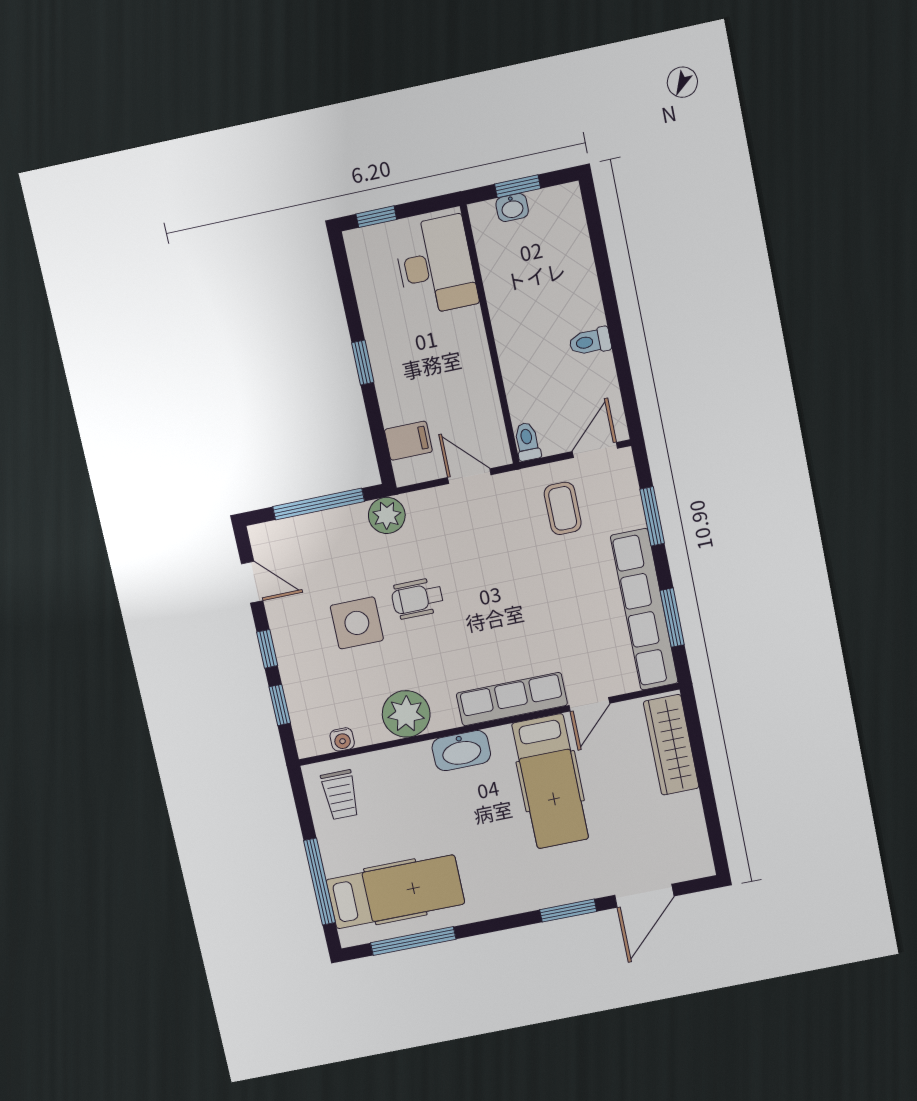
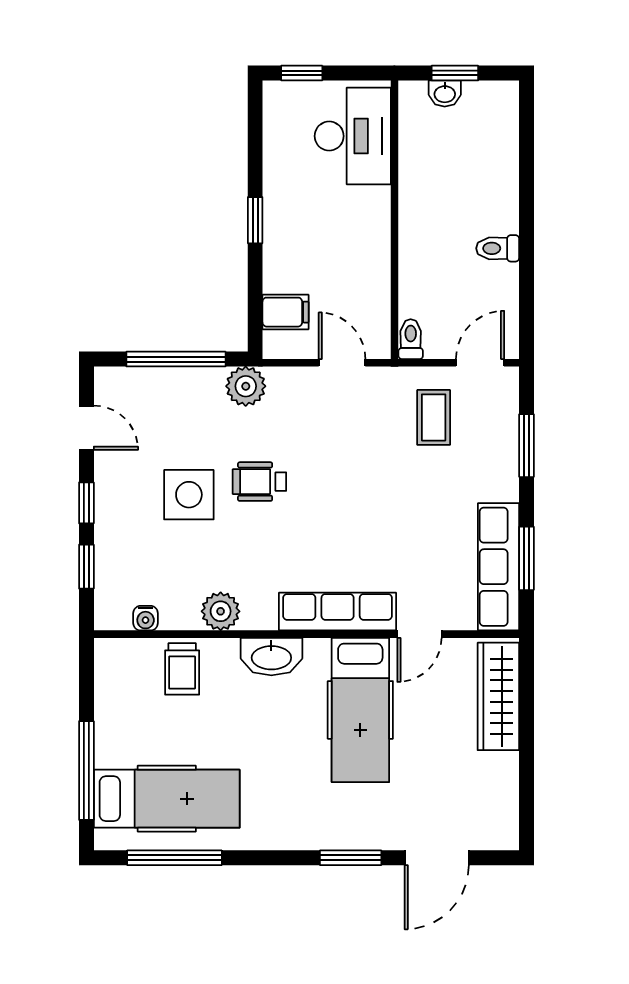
row of seats: (644, 610) -> (499, 567), width x0.73
plant: (406, 714) -> (221, 611), width x0.73, depth x0.73
trolley: (340, 795) -> (182, 669), moved

